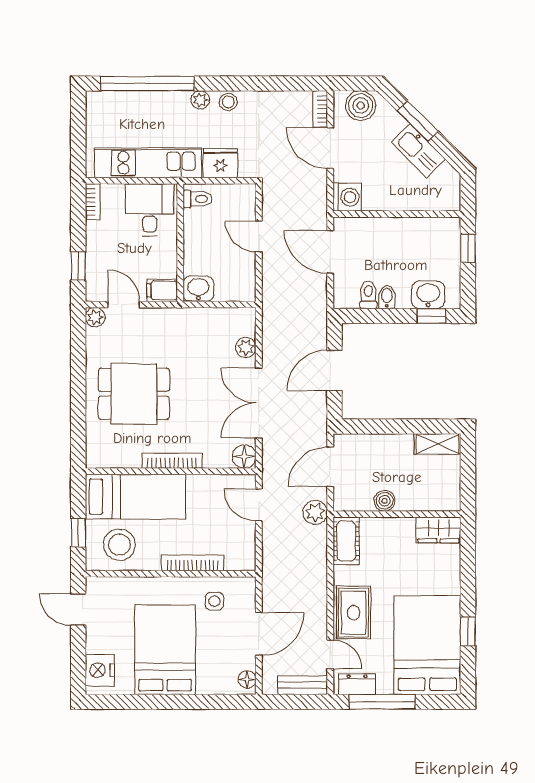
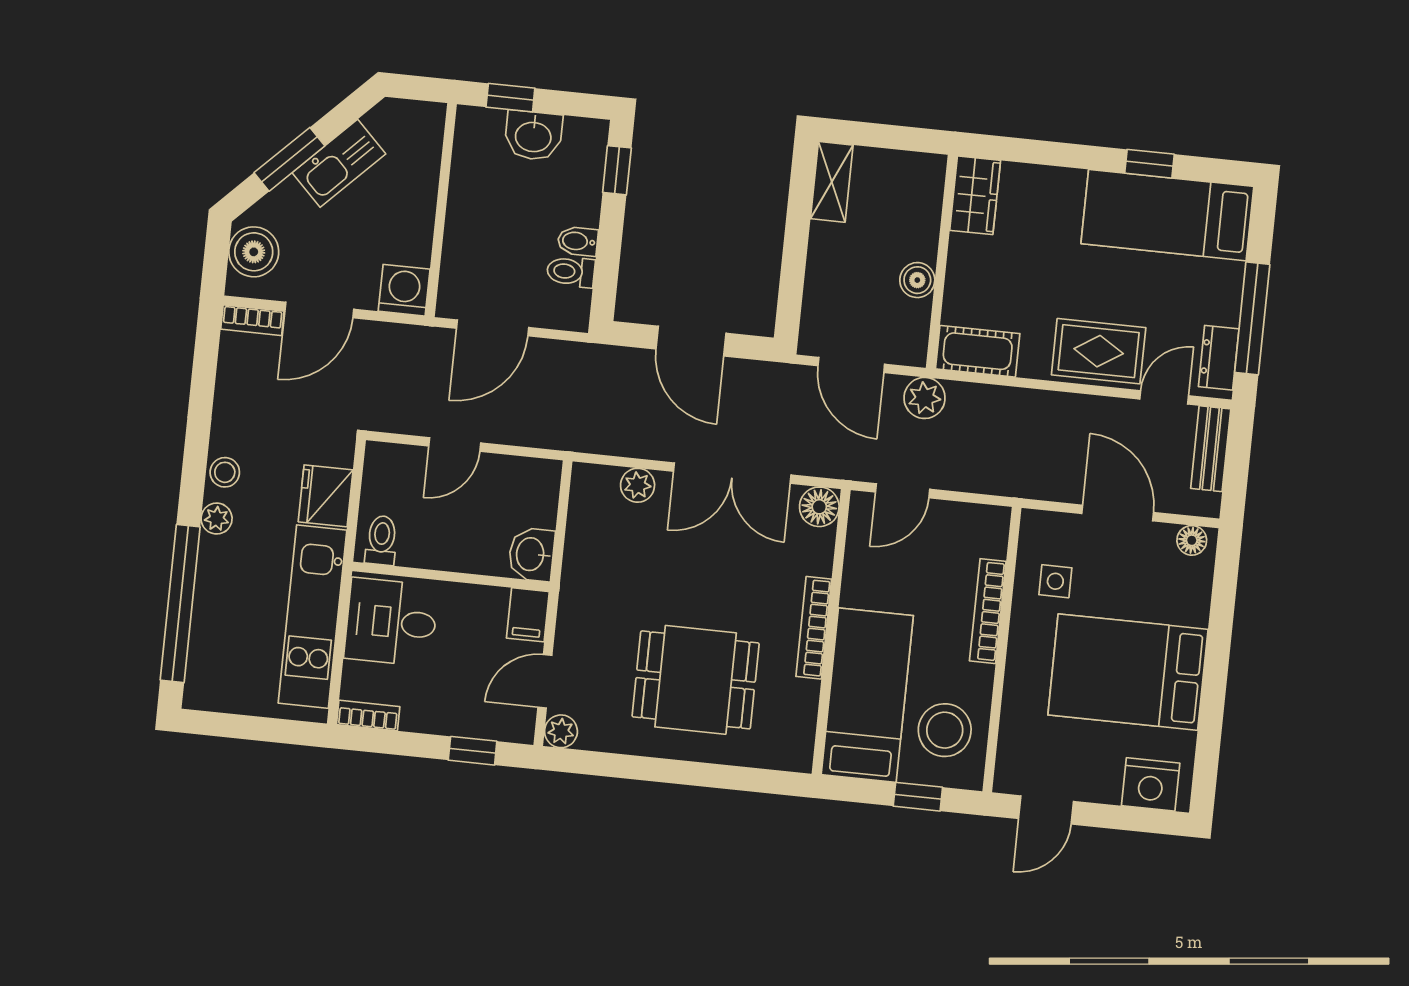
washbasin: (428, 295) -> (533, 136), moved, turned -90
dining table: (134, 394) -> (696, 680), turned 90
bed: (427, 645) -> (1167, 215), width x0.67

